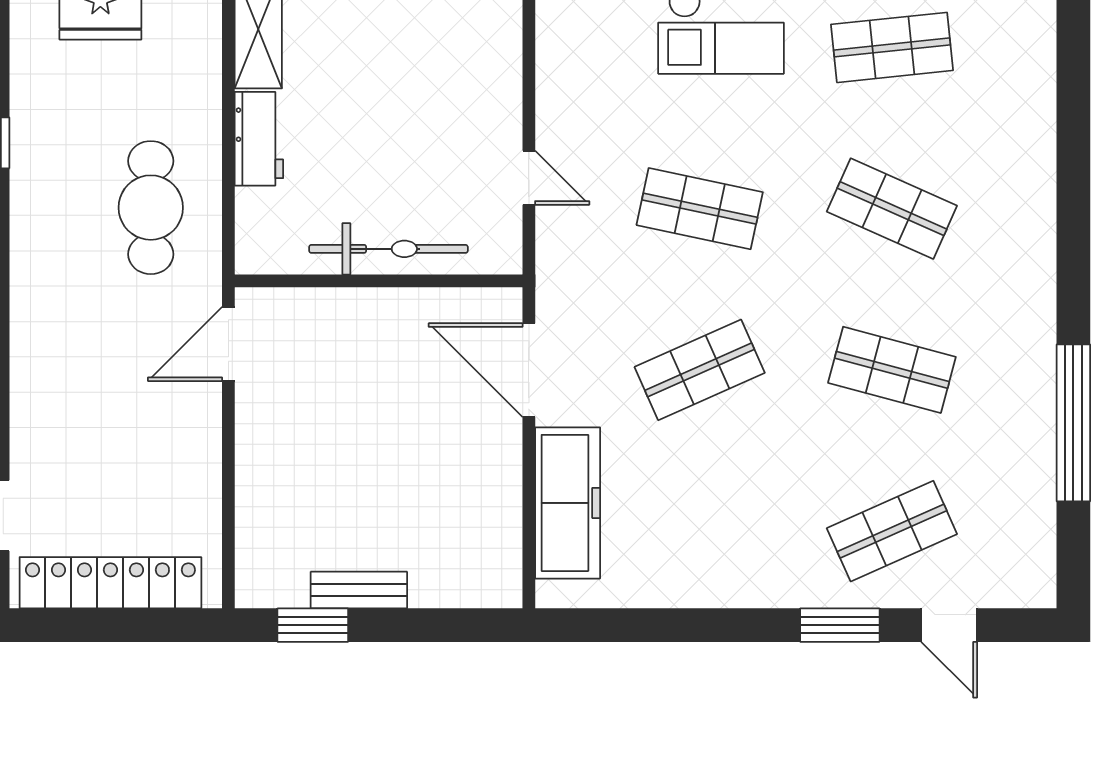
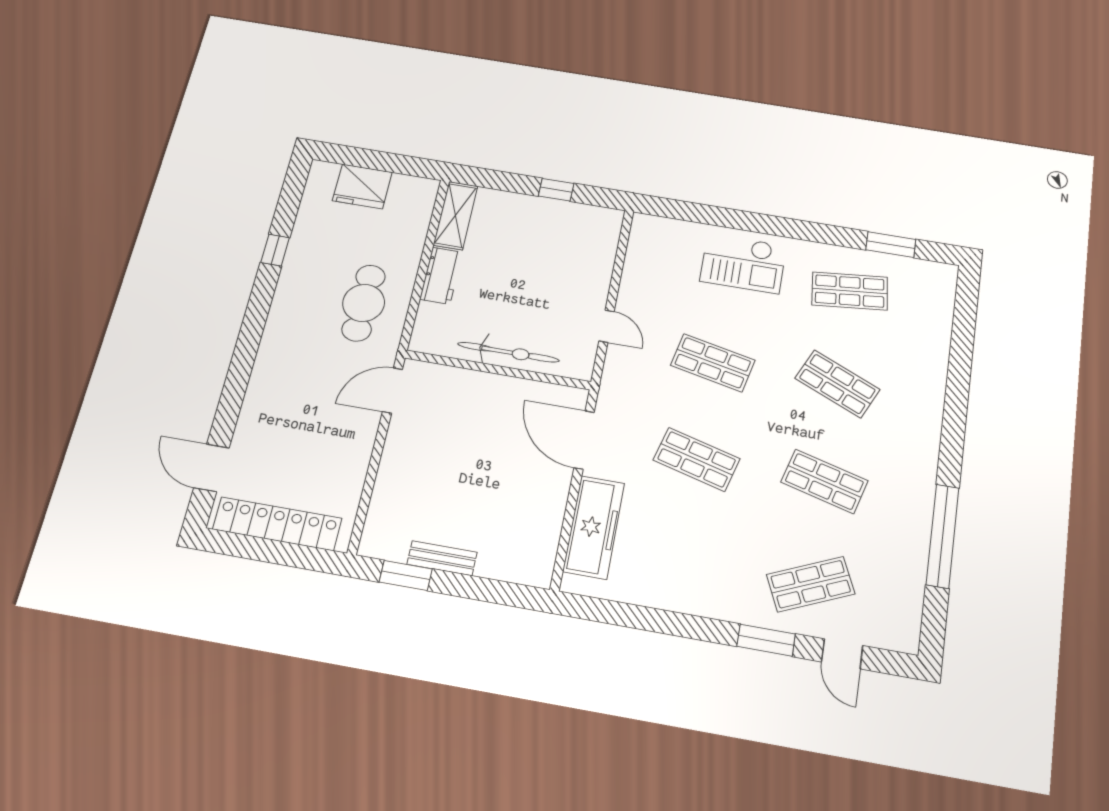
shop shelf: (700, 370) -> (697, 459), turned 39

